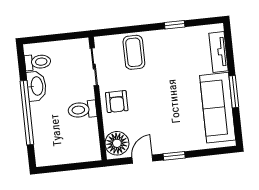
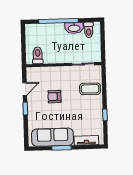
armchair: (117, 102) -> (54, 97), moved
toilet: (82, 110) -> (38, 55), moved
floor lamp: (117, 143) -> (36, 74), removed
door: (142, 159) -> (25, 89), hinge flipped

